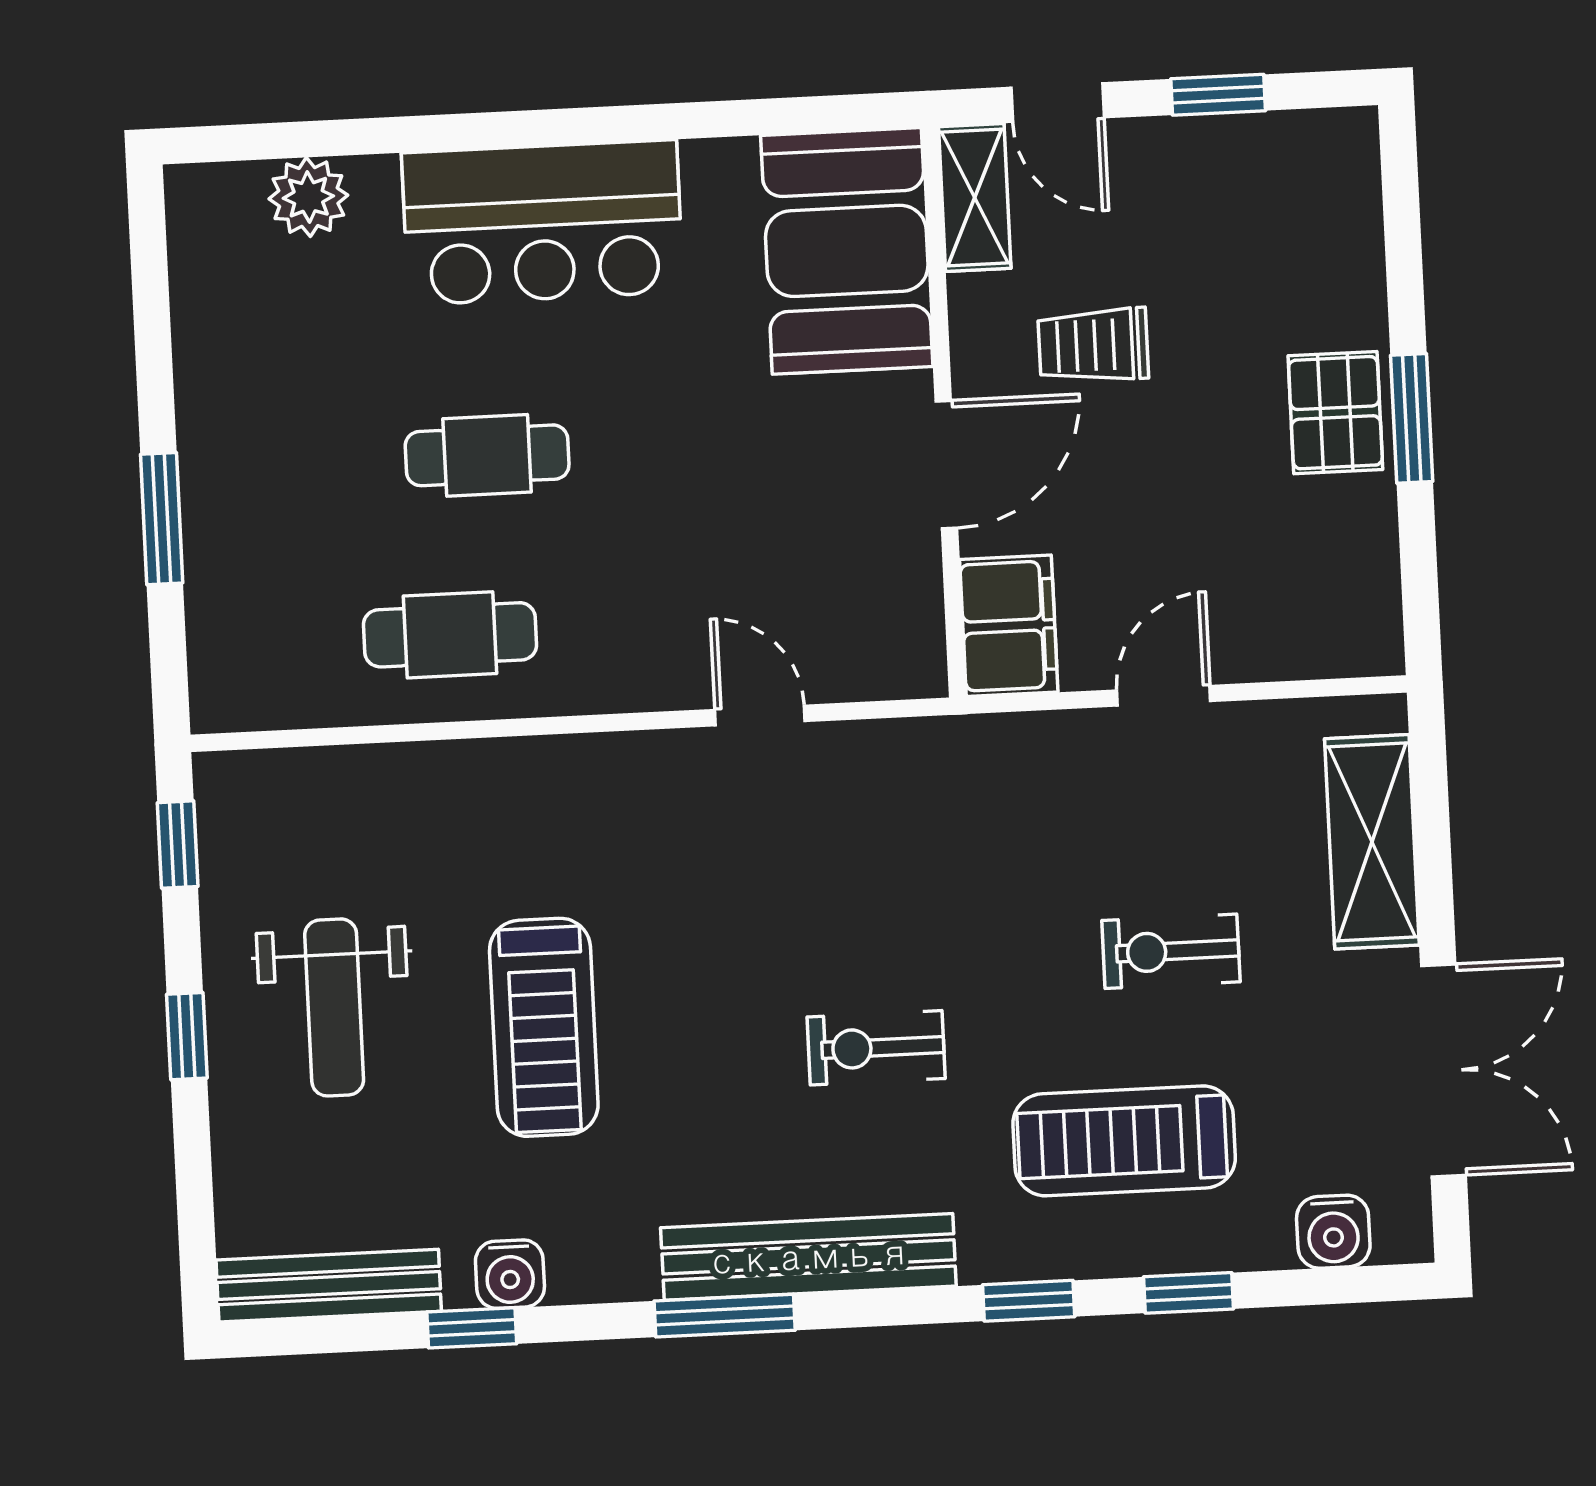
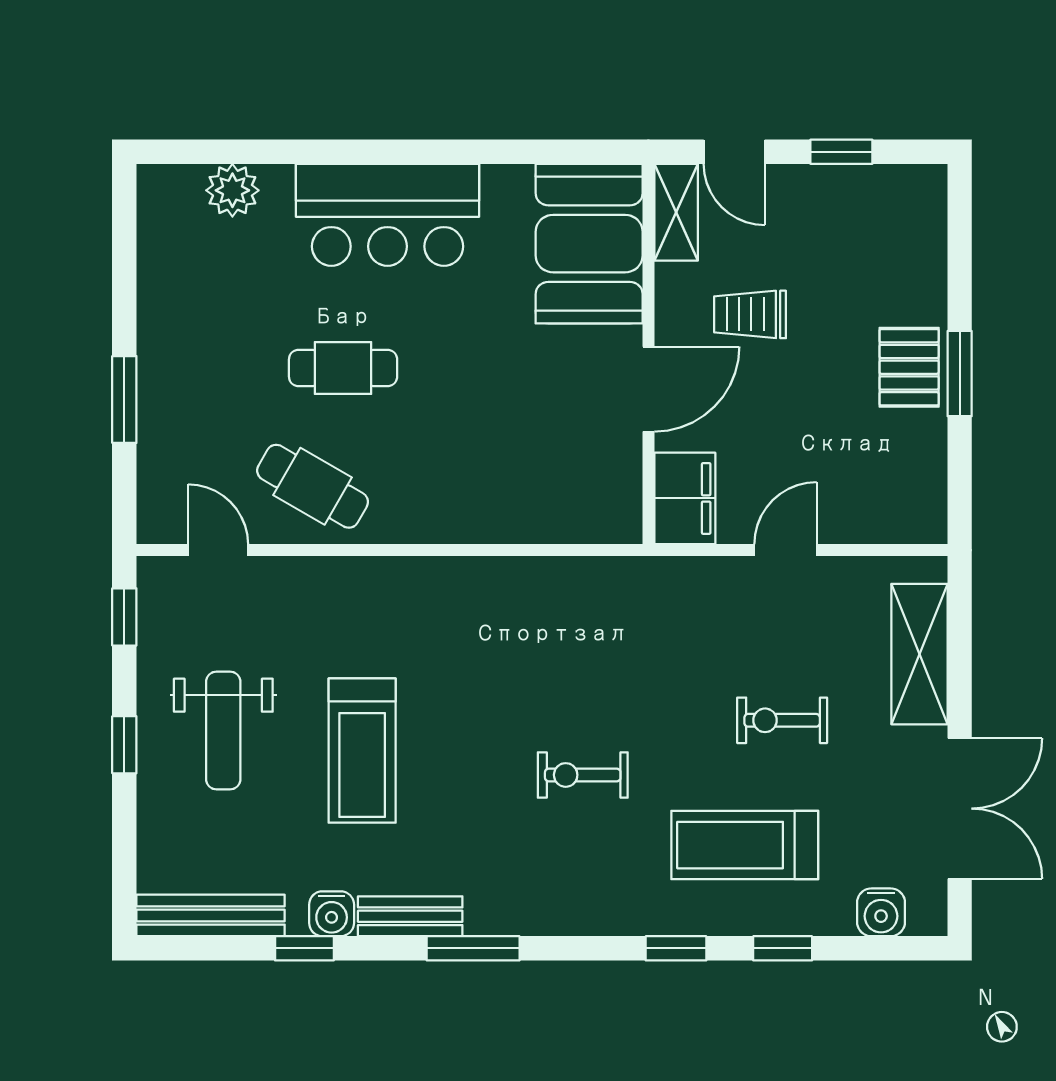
cafe table: (450, 635) -> (313, 486), turned 30
door: (760, 716) -> (218, 550), moved
bench: (808, 1257) -> (410, 916), moved, width x0.54, depth x0.82

